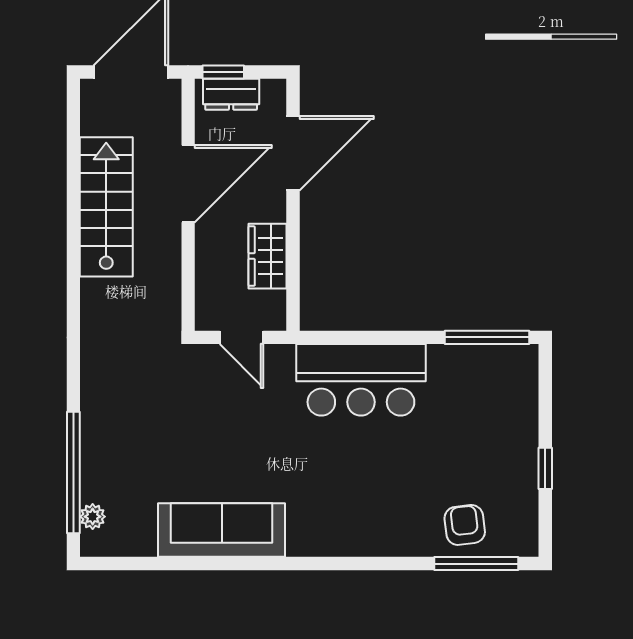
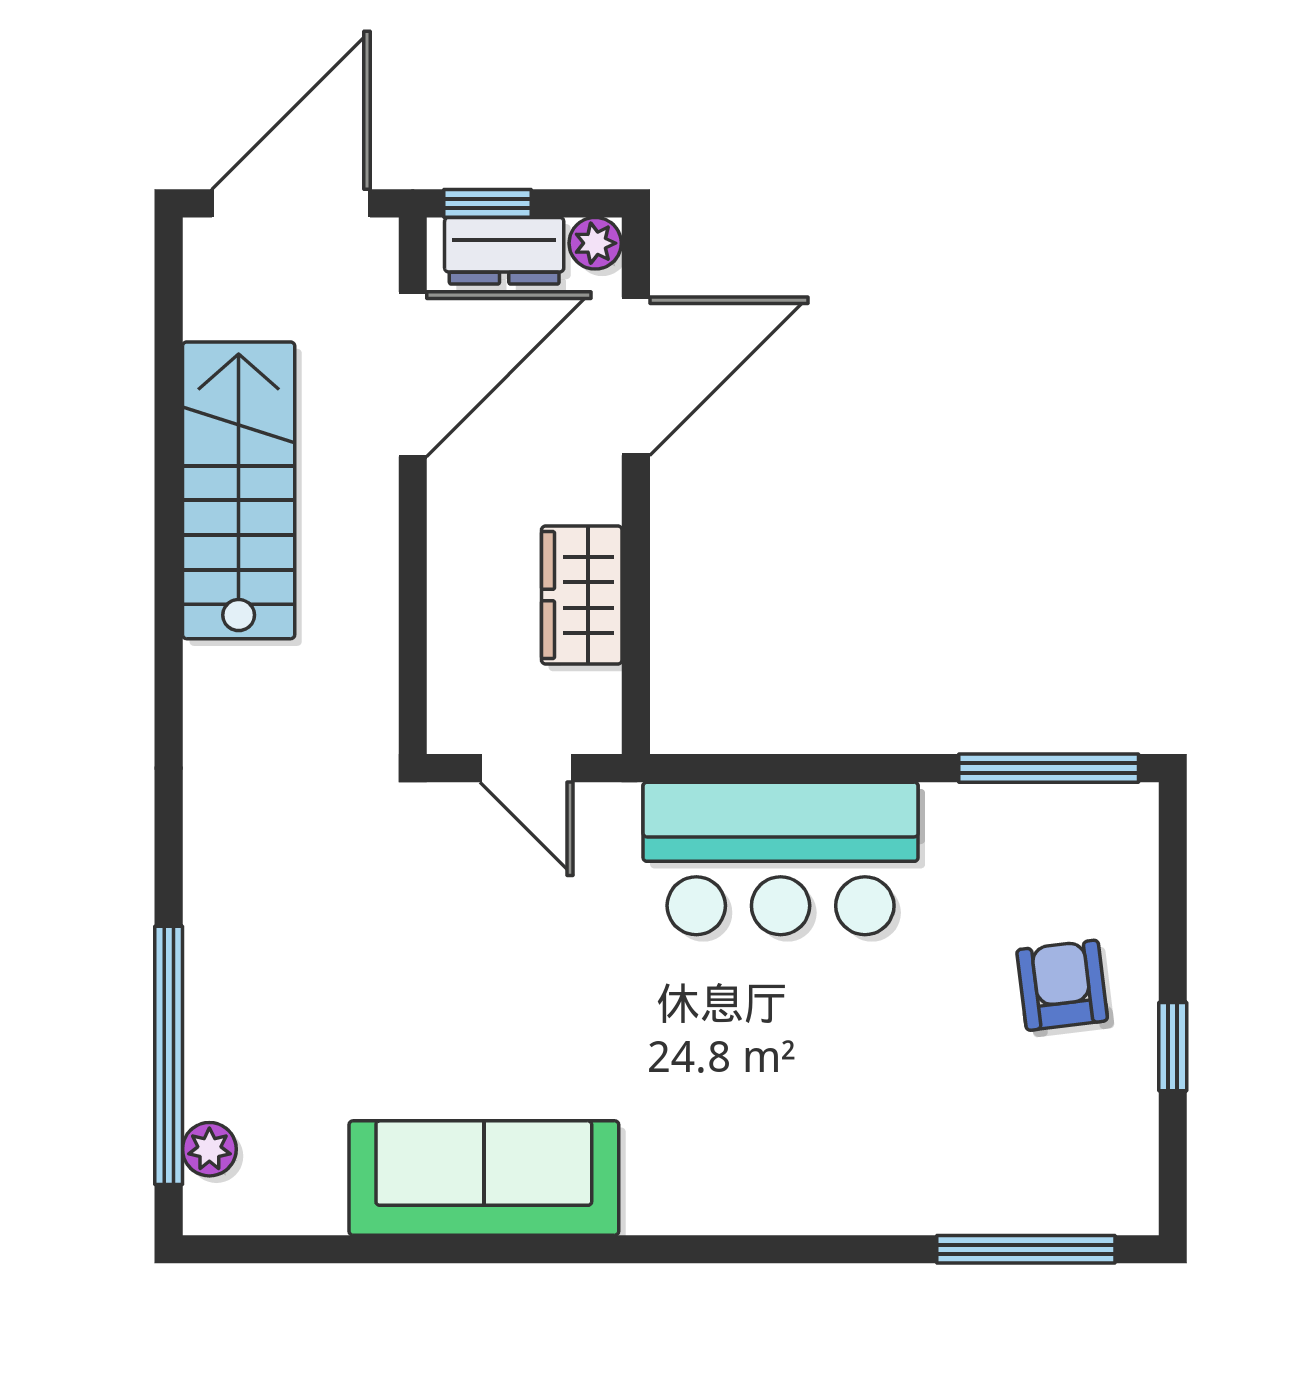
plant: (274, 91) -> (595, 243), added
door: (188, 184) -> (413, 374), moved
armchair: (465, 525) -> (1062, 985), moved

